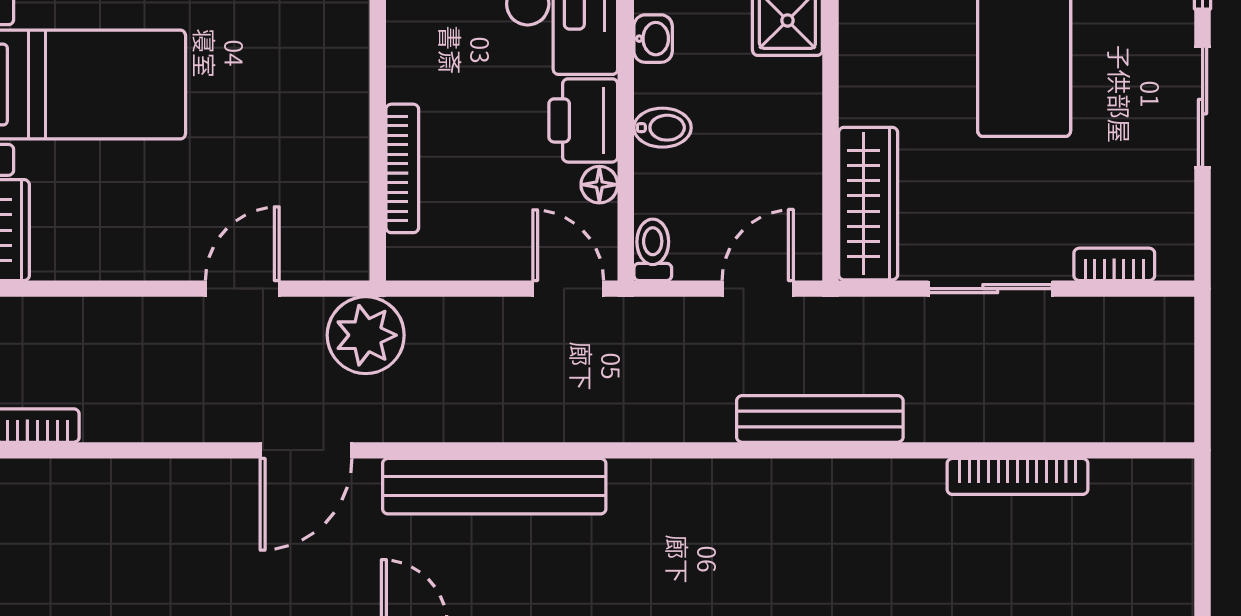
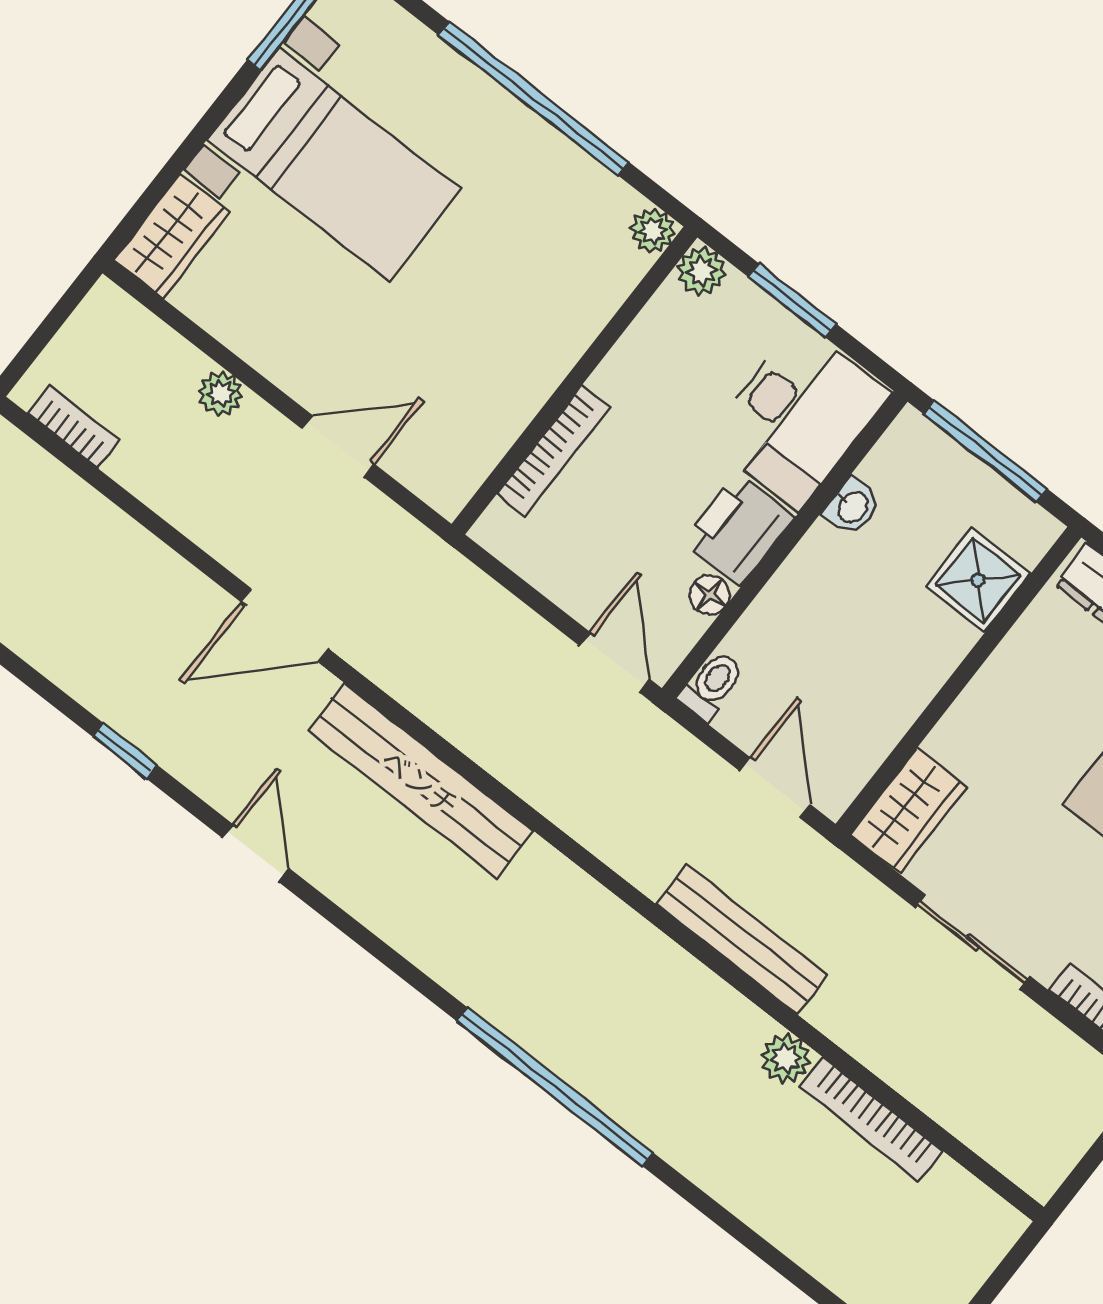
bidet: (663, 128) -> (801, 588), removed
wardrobe: (868, 204) -> (908, 810), width x0.67
door: (758, 289) -> (775, 788), hinge flipped
plant: (366, 335) -> (221, 394), moved, width x0.53, depth x0.53
plant: (920, 481) -> (786, 1059), added

